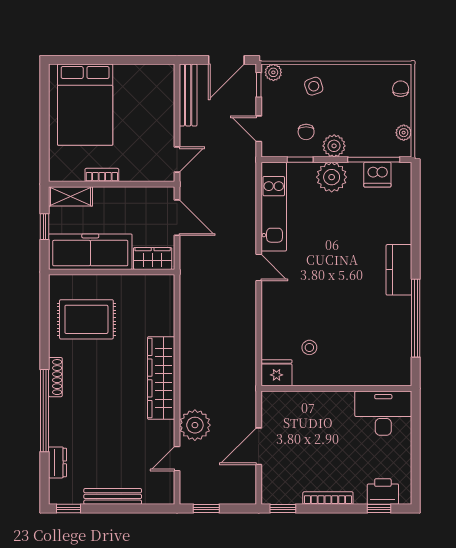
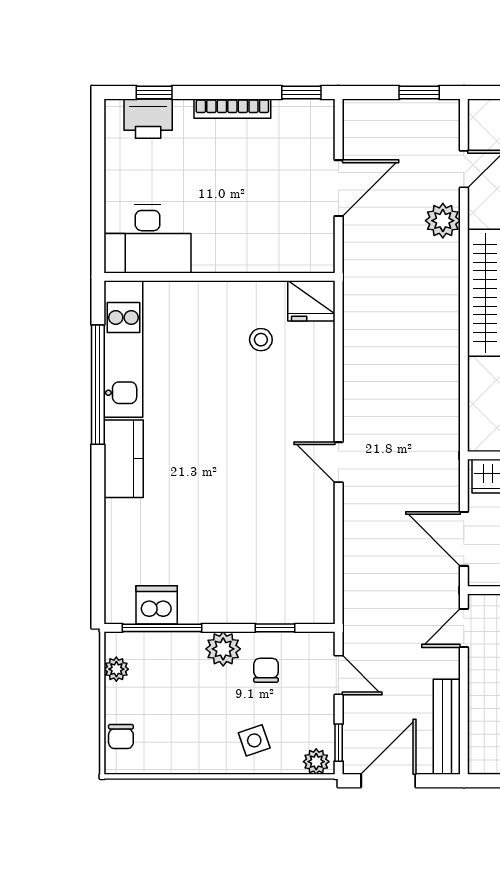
plant: (332, 177) -> (227, 601), removed
kitchen unit: (274, 207) -> (123, 349), moved, turned 180
plant: (195, 425) -> (443, 221), width x0.73, depth x0.73

